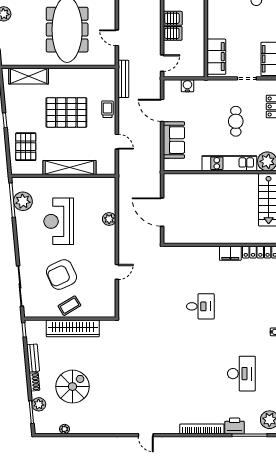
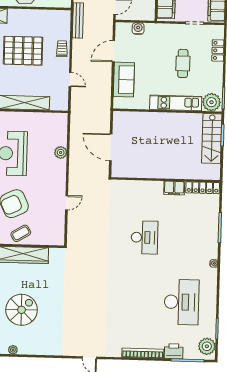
door: (162, 110) -> (113, 51), hinge flipped
desk: (200, 306) -> (144, 237), width x1.37
desk: (241, 374) -> (182, 302), width x1.36, depth x1.30

